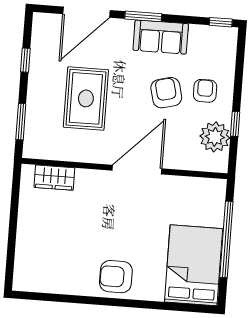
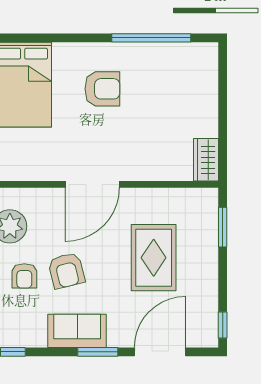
window: (25, 60) -> (223, 325), moved
wardrobe: (54, 178) -> (206, 160), moved, turned -90
armchair: (116, 277) -> (102, 89), moved
window: (73, 299) -> (151, 38), added

